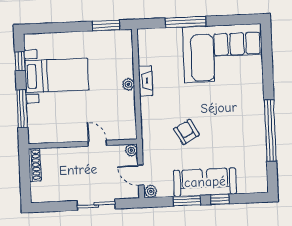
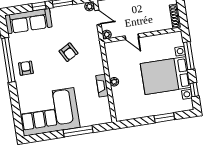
window: (106, 25) -> (164, 118), moved
bed with nightstands: (57, 75) -> (165, 76), width x1.36
armchair: (247, 116) -> (26, 68), added
sofa: (205, 182) -> (28, 21), moved

